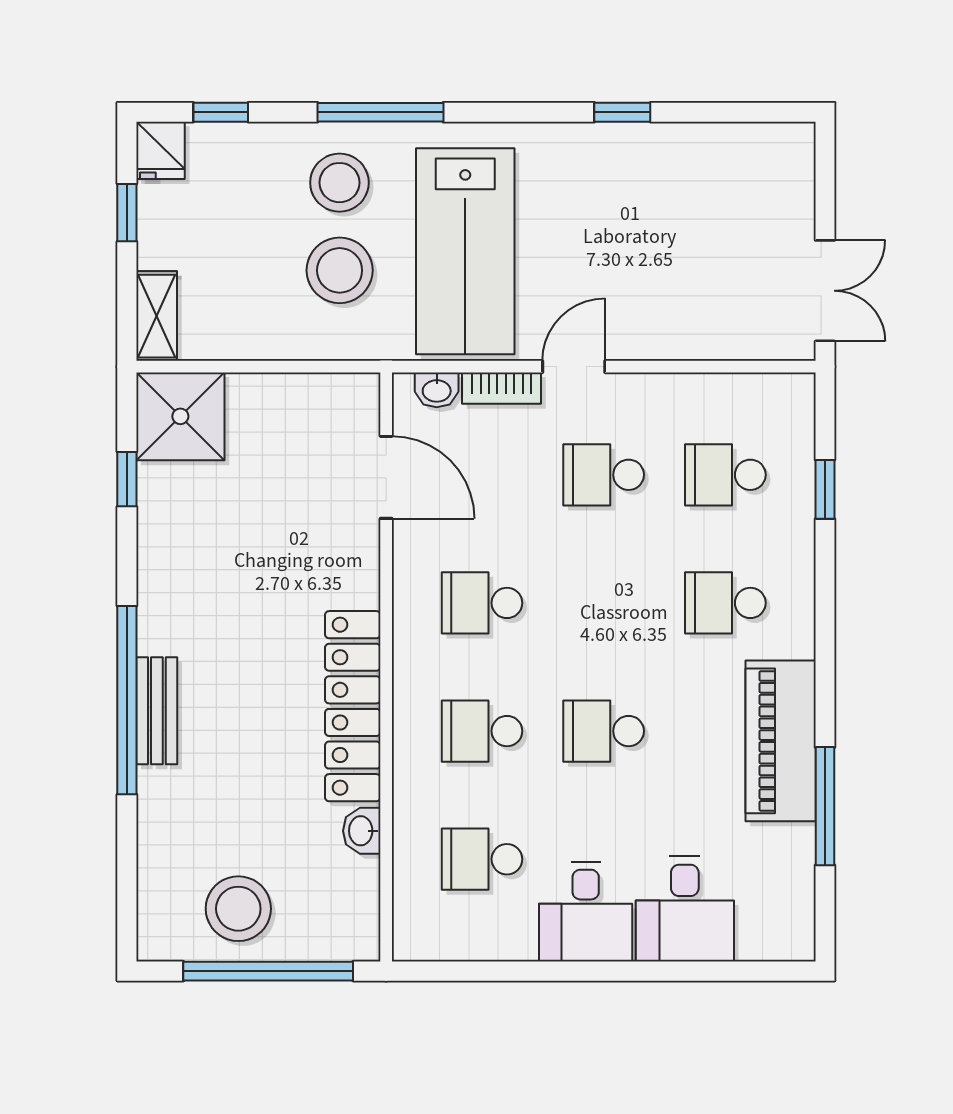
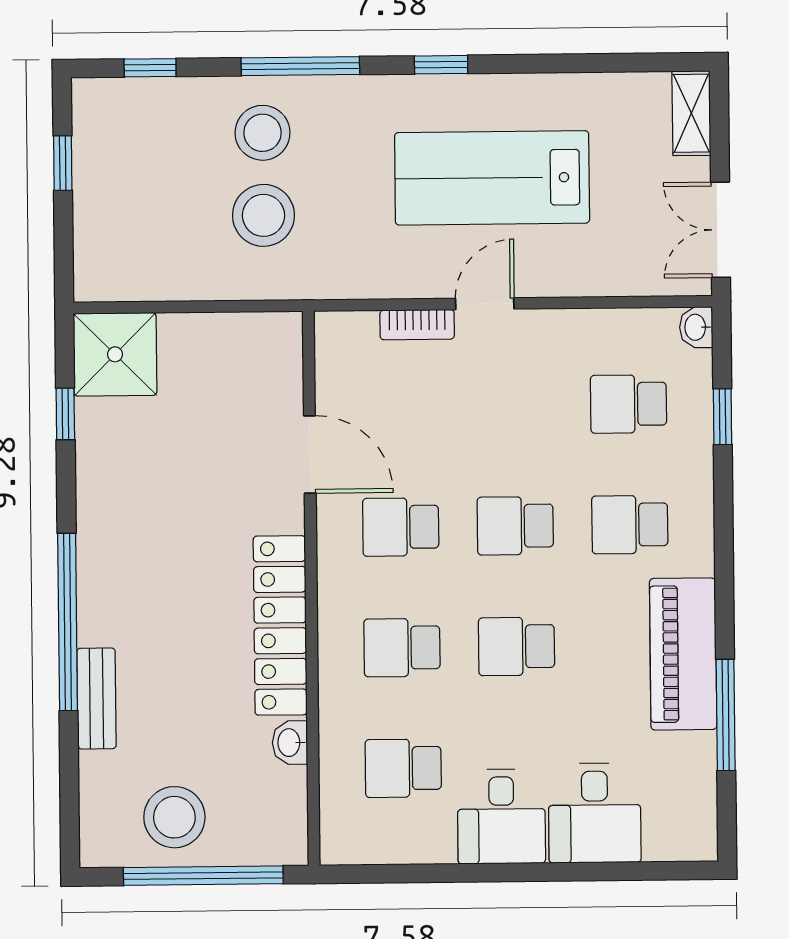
window: (622, 112) -> (441, 65), moved
fridge: (160, 150) -> (94, 104), removed
lab bench: (465, 251) -> (492, 178), moved, turned 90
double door: (825, 291) -> (721, 230), swing flipped
shelving: (157, 316) -> (691, 113), moved
washbasin: (437, 390) -> (696, 327), moved, turned 90
school desk: (604, 475) -> (515, 526), moved
door: (386, 477) -> (310, 455), moved
bench: (157, 711) -> (96, 698), moved

